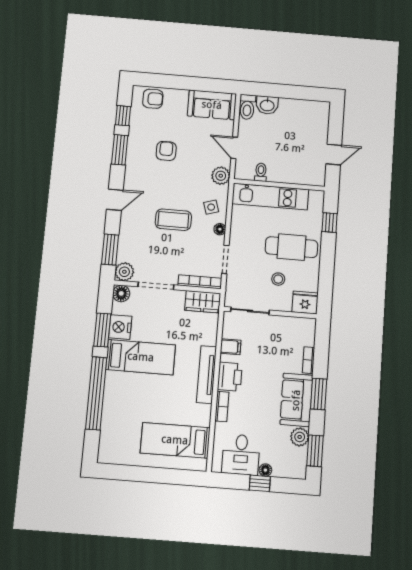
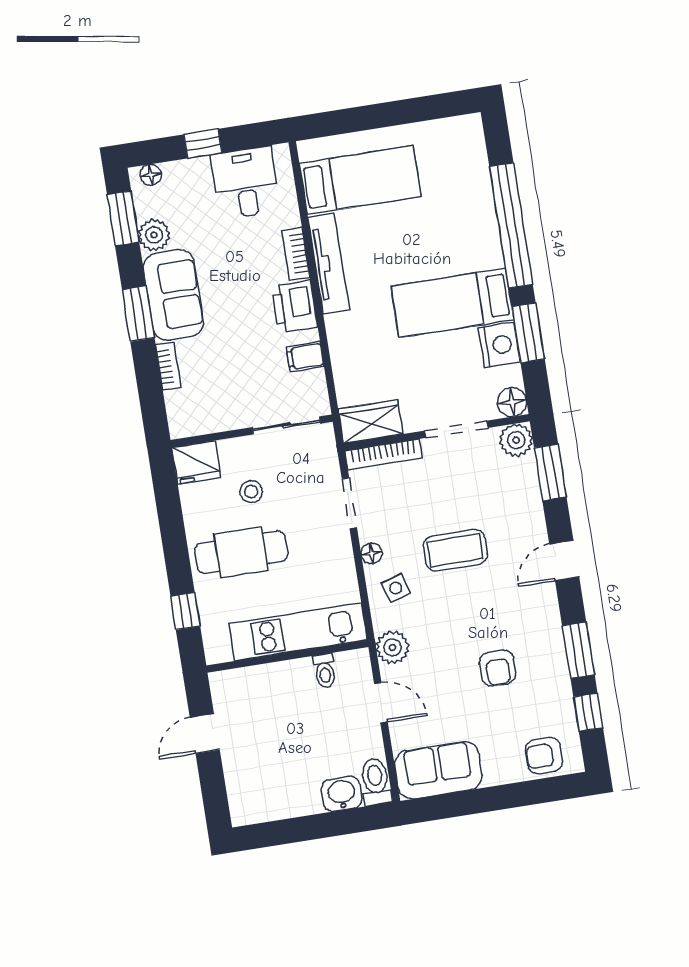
tv unit: (206, 375) -> (329, 263), moved
floor lamp: (265, 470) -> (151, 175), moved

